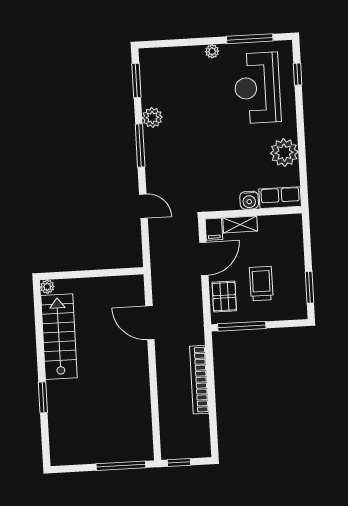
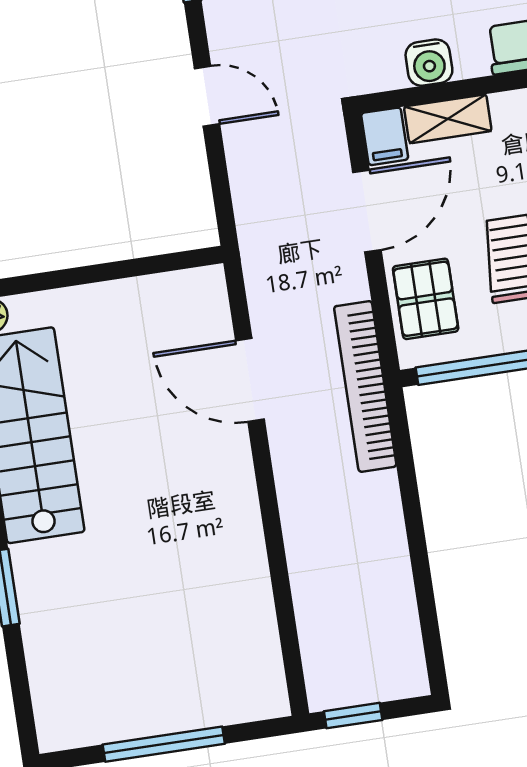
water cooler: (249, 200) -> (429, 63), moved
bookcase: (199, 380) -> (365, 386), moved
window: (121, 466) -> (164, 744), moved

